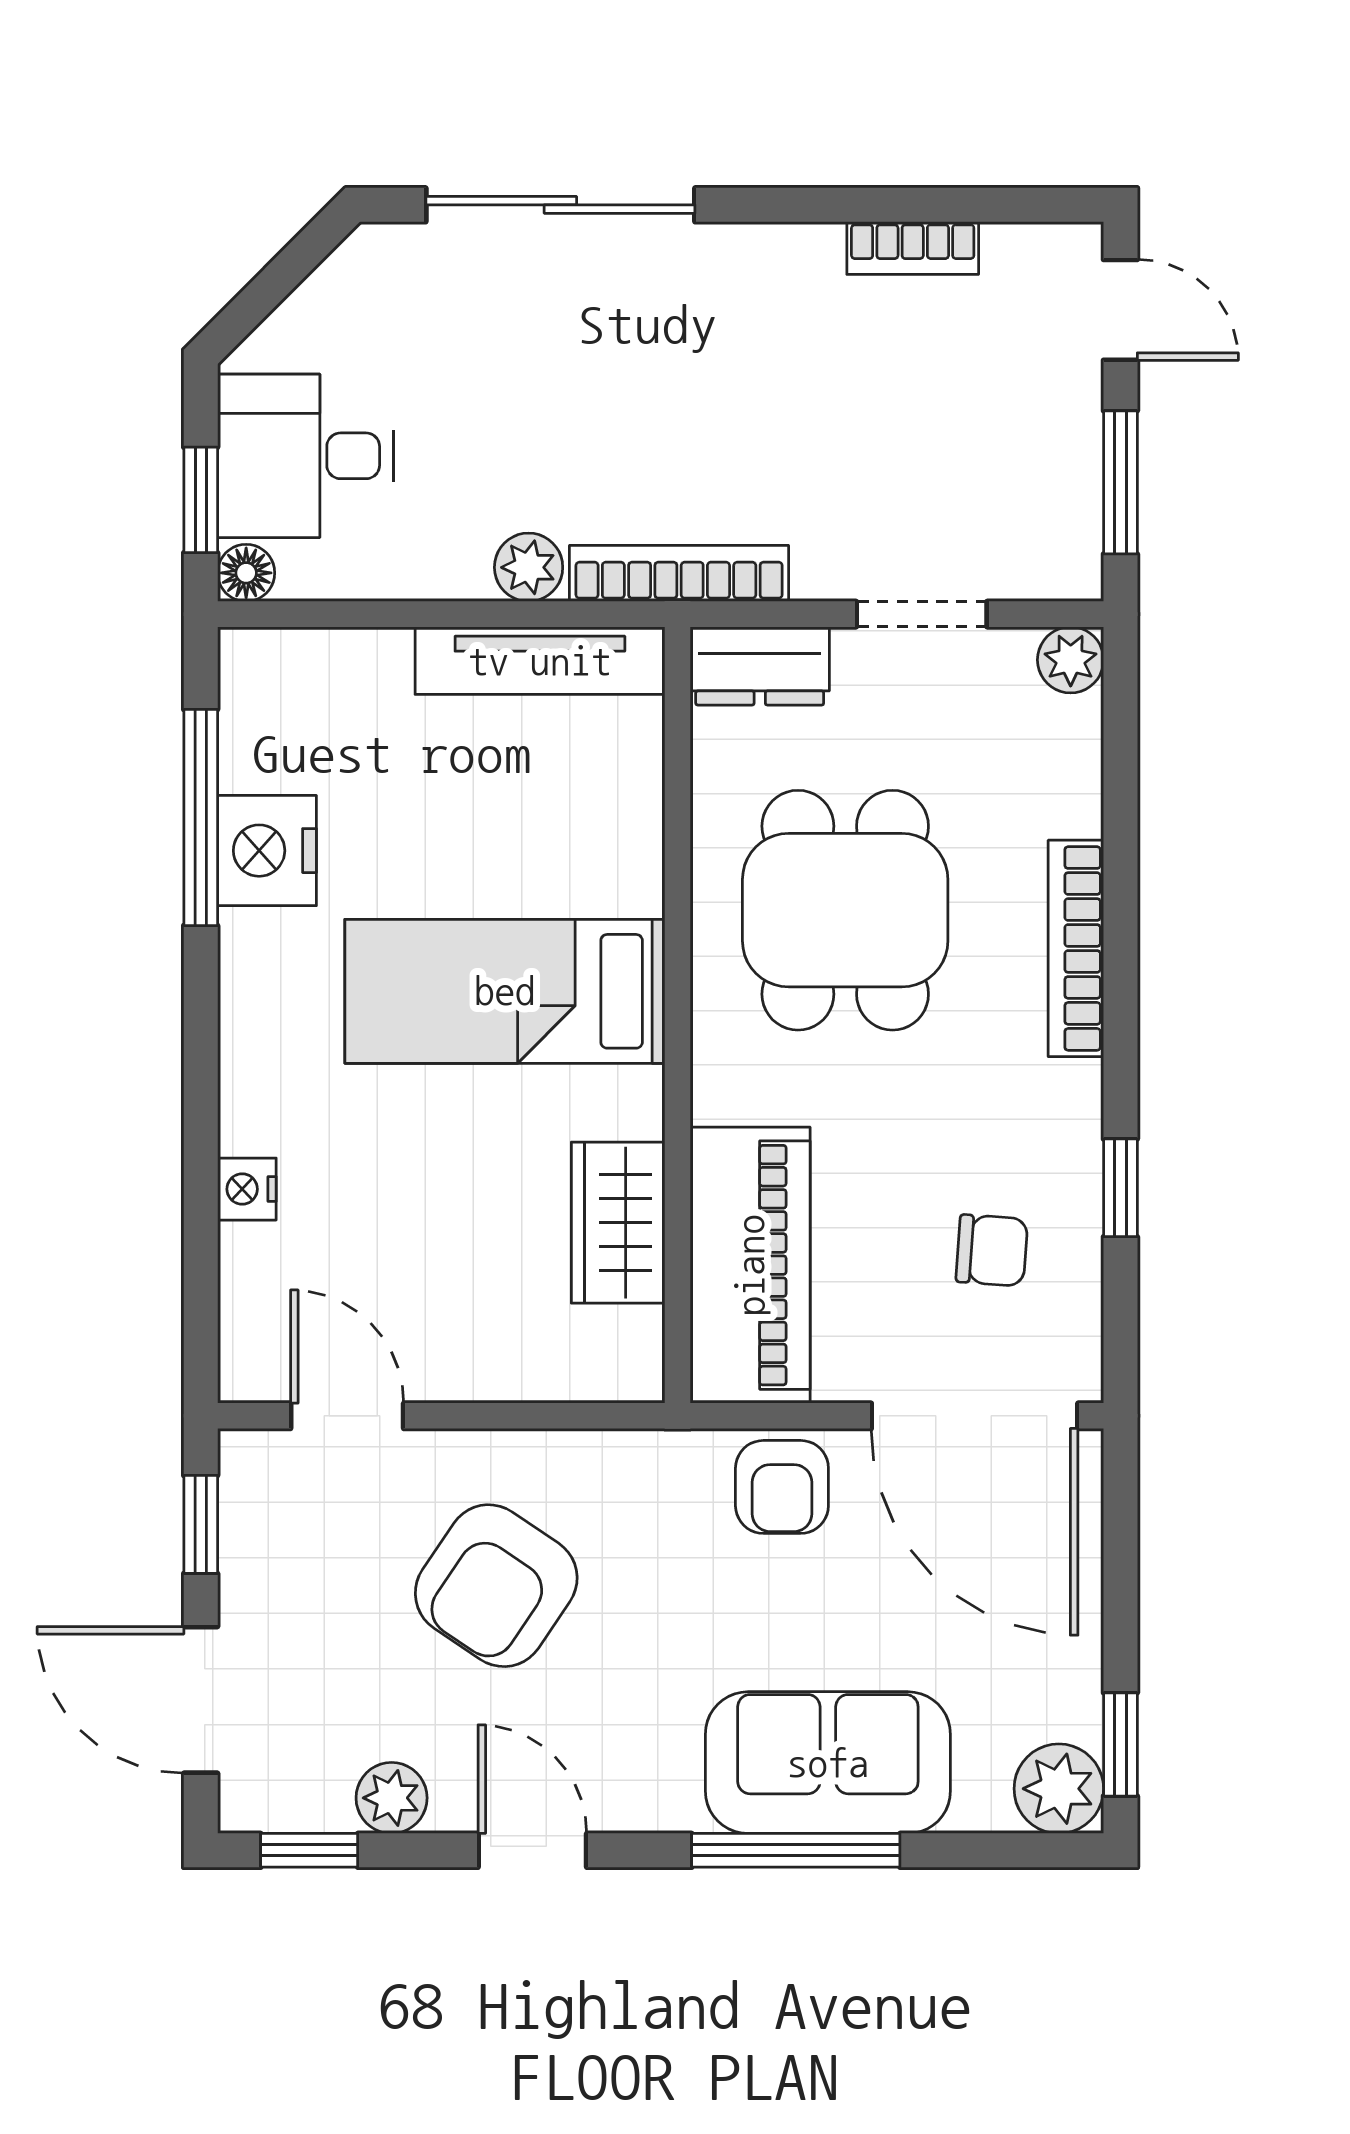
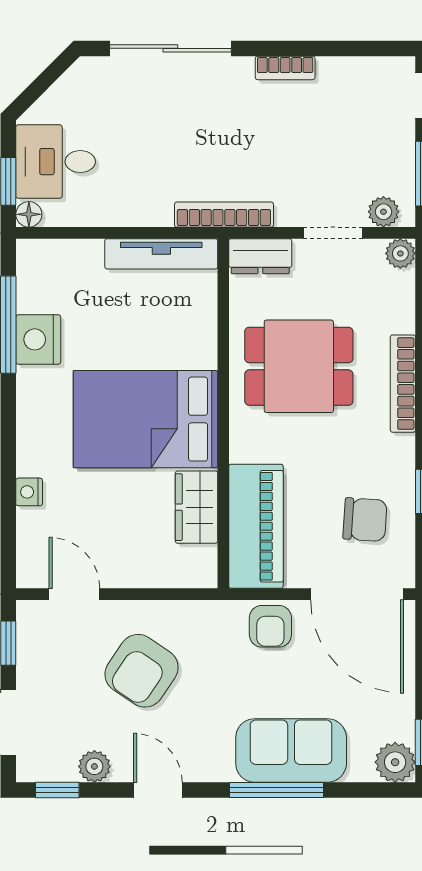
bookcase: (913, 248) -> (285, 68), moved
plant: (529, 567) -> (383, 212), moved
dining table: (845, 910) -> (299, 366), turned 90
bed: (505, 991) -> (145, 419), width x1.50
chair: (992, 1250) -> (365, 520), width x1.37, depth x1.37

